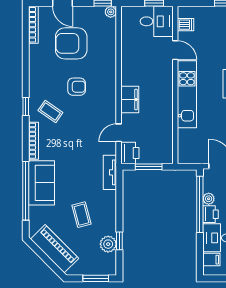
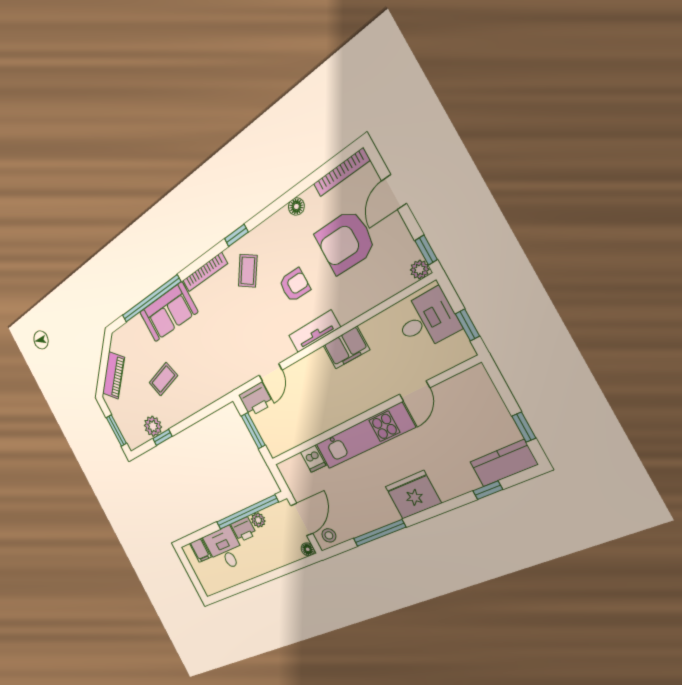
desk: (157, 21) -> (427, 320), moved, turned -90
dishwasher: (186, 25) -> (313, 459), moved
armchair: (71, 43) -> (345, 242), turned -90
floor lamp: (34, 60) -> (296, 206), added
armchair: (77, 87) -> (295, 285), turned -90
filing cabinet: (130, 99) -> (346, 348), moved
door: (119, 133) -> (270, 373), swing flipped
tv unit: (110, 172) -> (314, 331), moved
piano: (55, 249) -> (113, 375), width x0.73, depth x0.75

